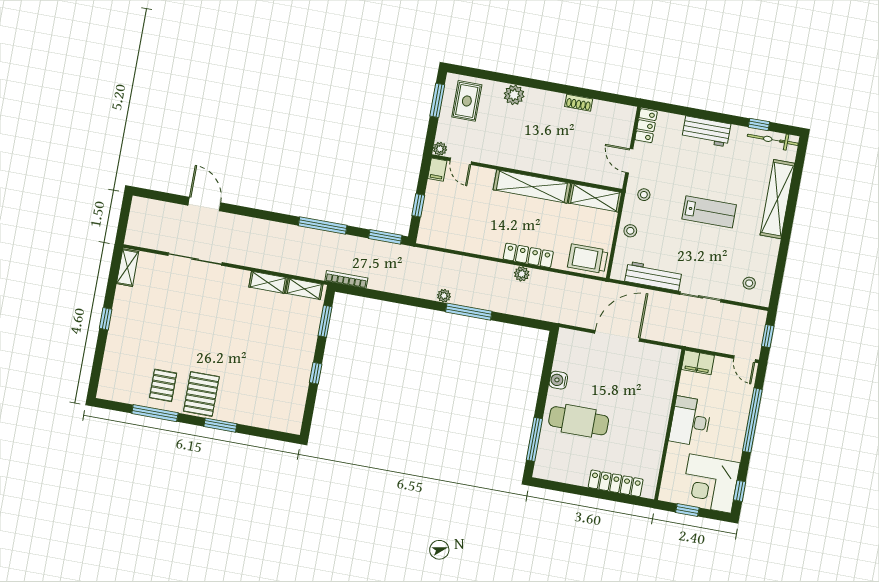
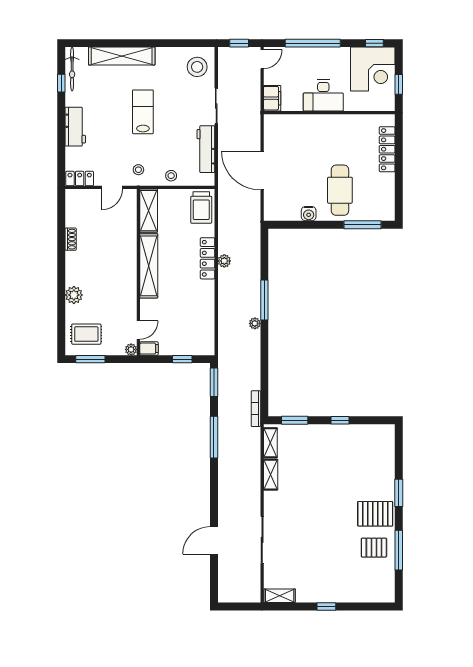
stool: (749, 283) -> (197, 67), width x1.89, depth x1.89

